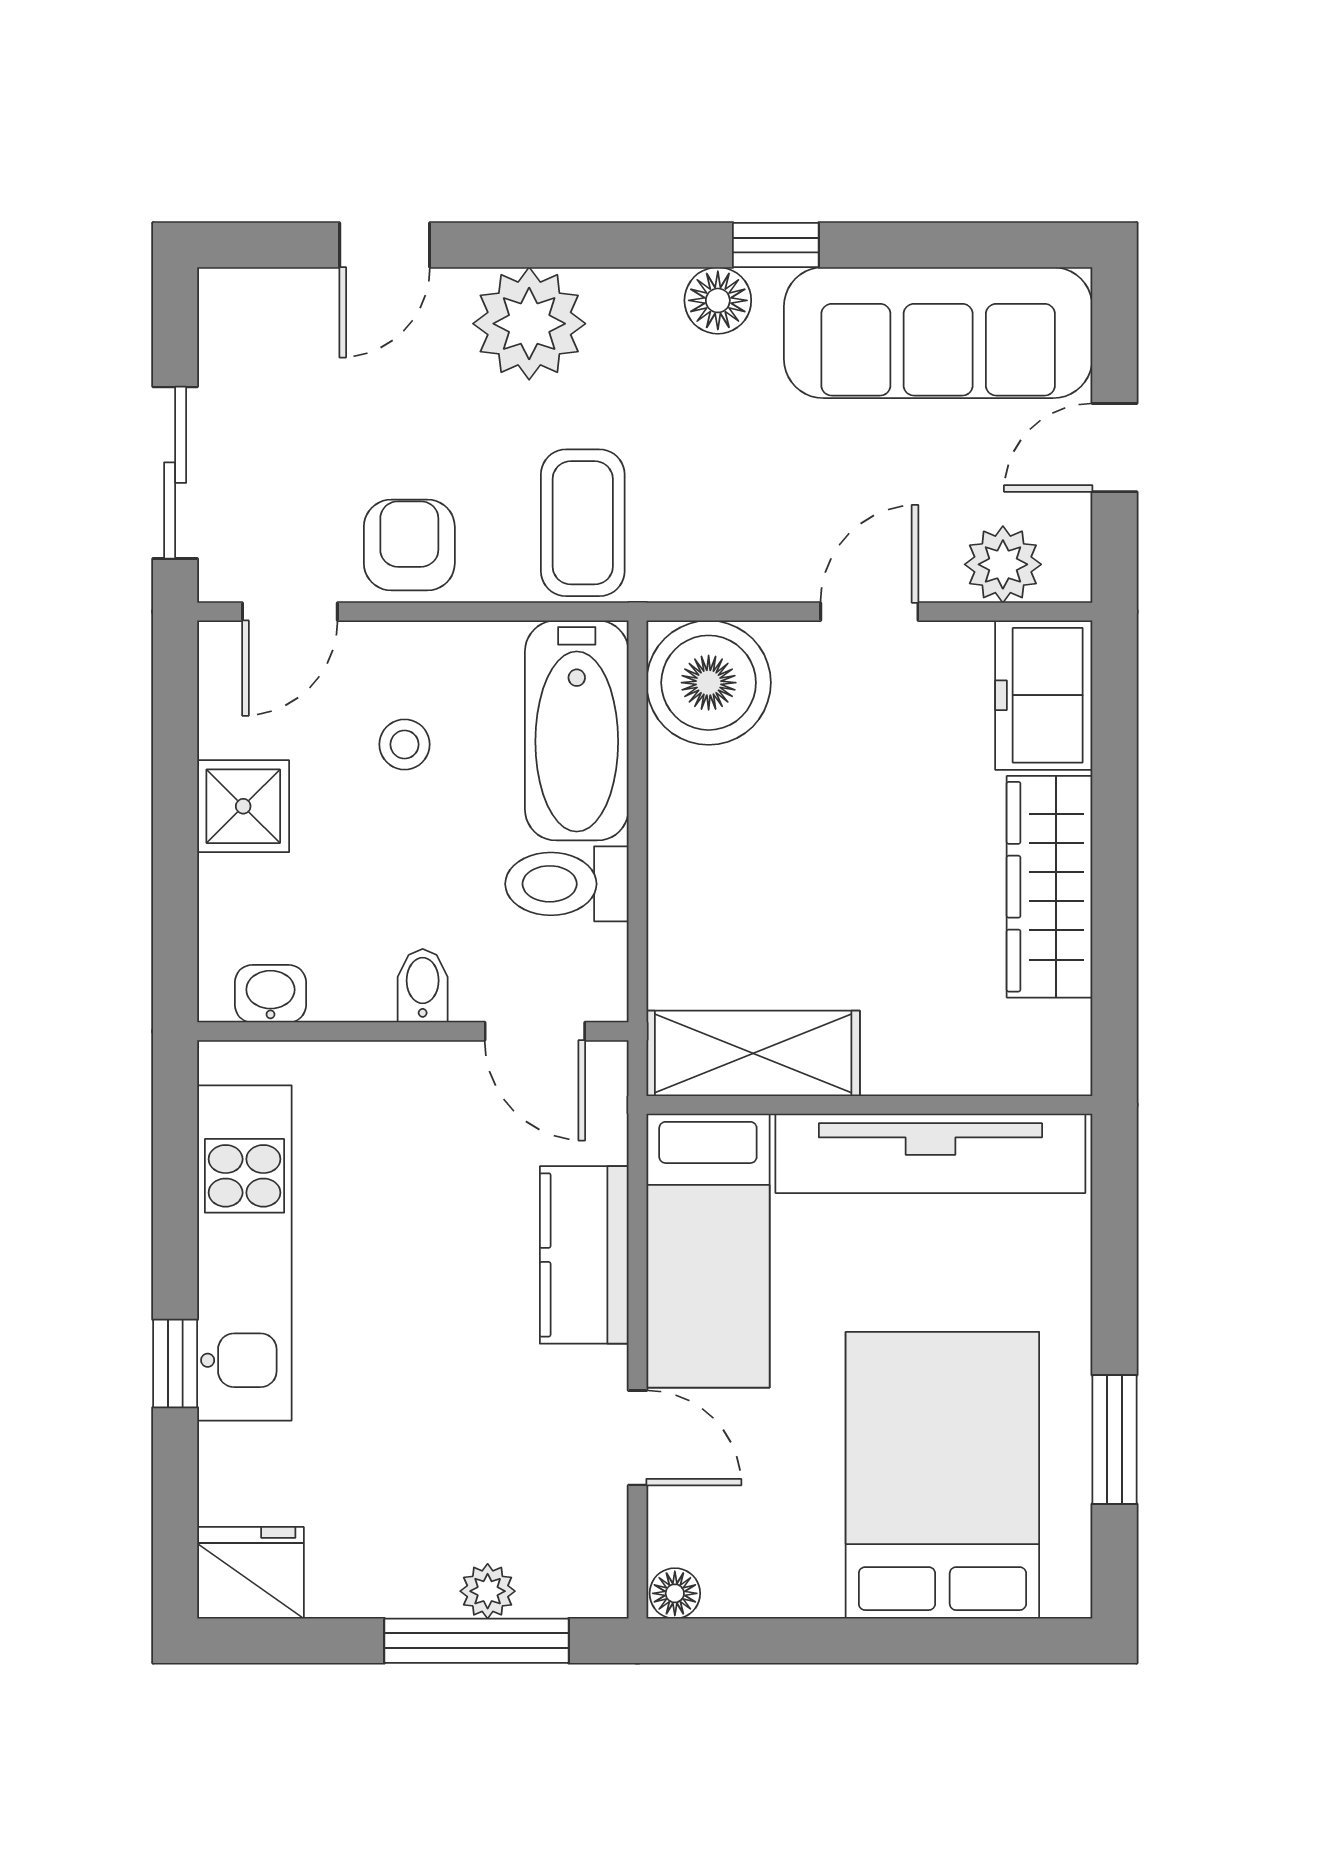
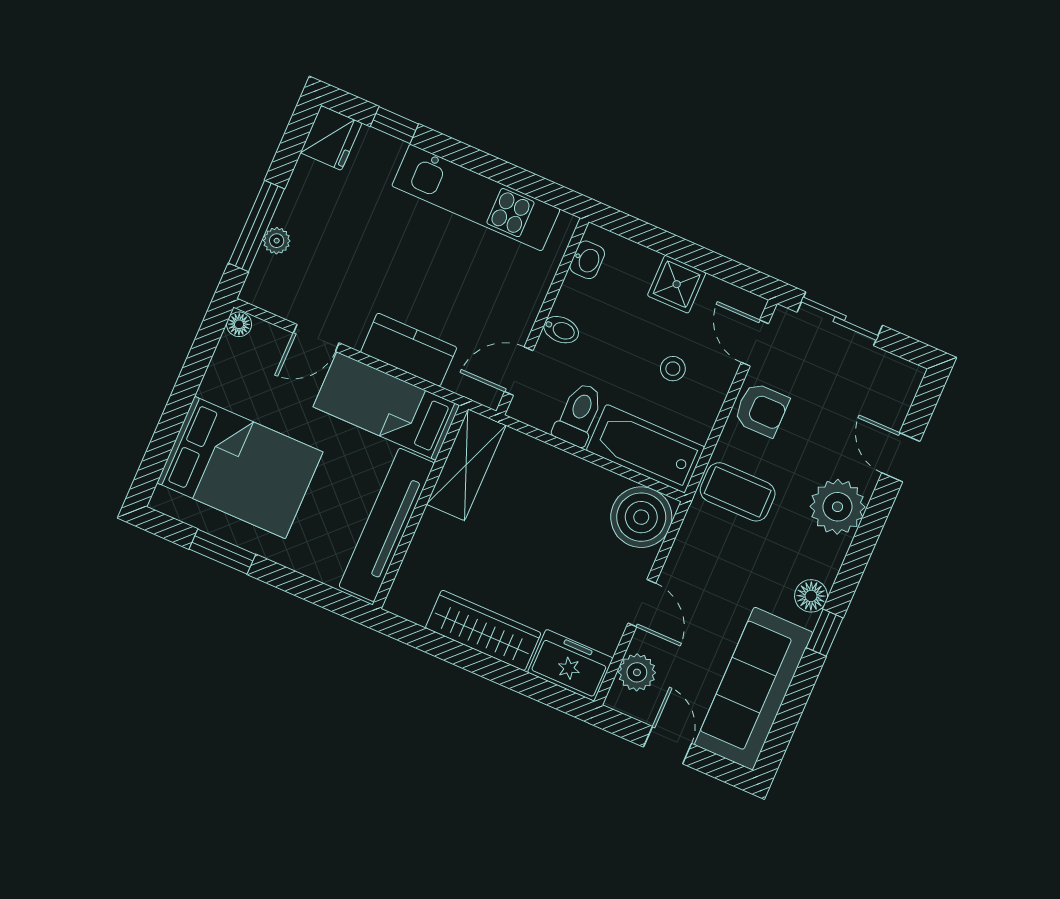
window: (175, 1364) -> (394, 125), moved

